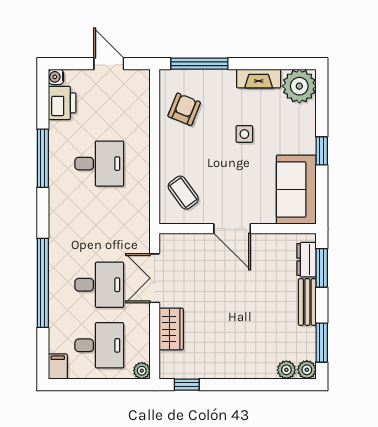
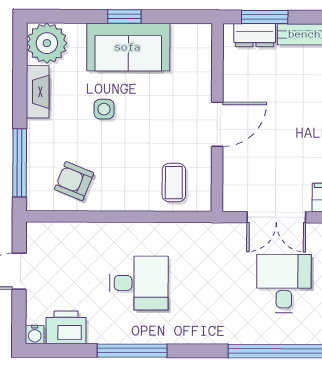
desk: (99, 164) -> (139, 283), turned 90
sofa: (296, 190) -> (128, 47), moved
coffee table: (183, 193) -> (174, 183), turned -54

